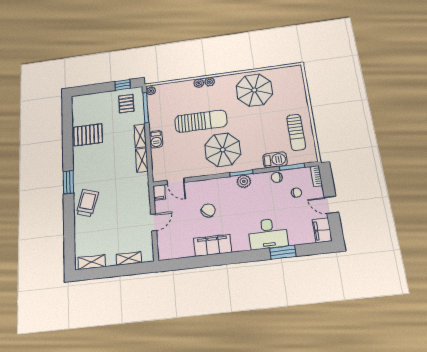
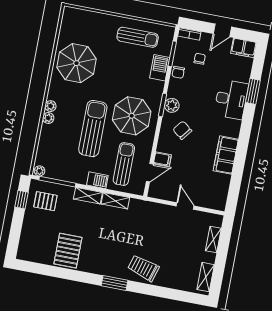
sun lounger: (177, 157) -> (124, 164), added
filing cabinet: (159, 193) -> (162, 159), moved
chair: (208, 210) -> (182, 130), moved

